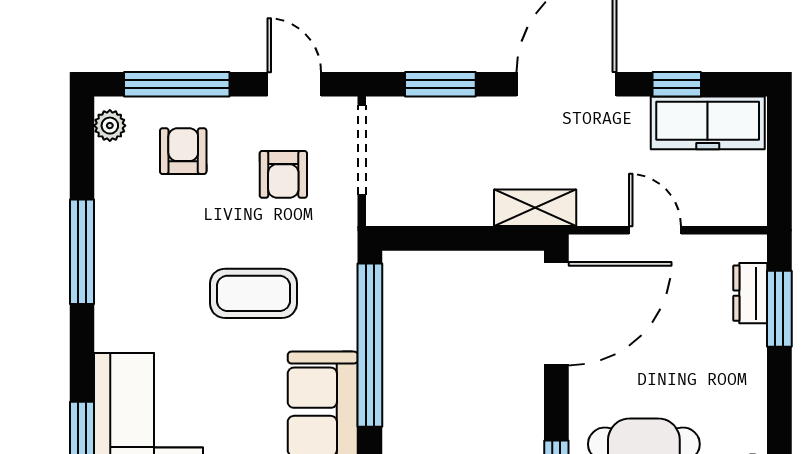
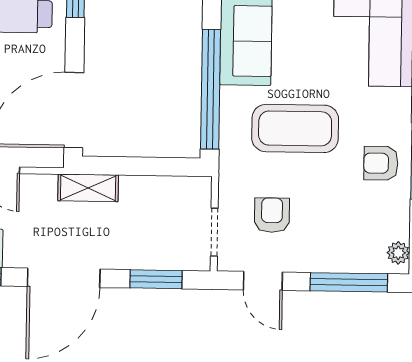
doorway: (362, 150) -> (214, 232), width x0.73
armchair: (183, 151) -> (381, 163), moved, turned 90
coffee table: (253, 293) -> (295, 128), width x1.36, depth x1.32

